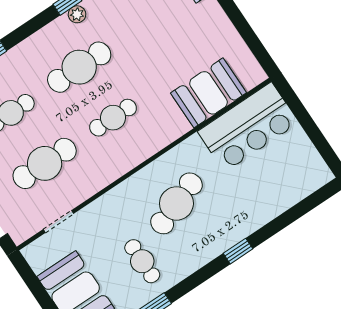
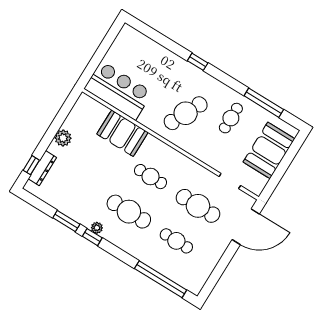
plant: (218, 24) -> (63, 138), added
booth: (208, 93) -> (122, 133), moved
cafe table: (176, 203) -> (186, 113), turned -44

